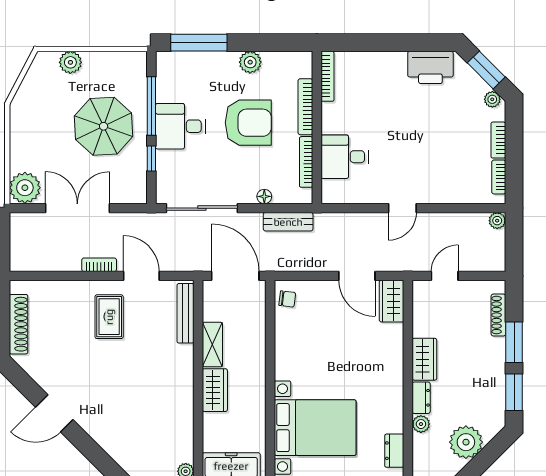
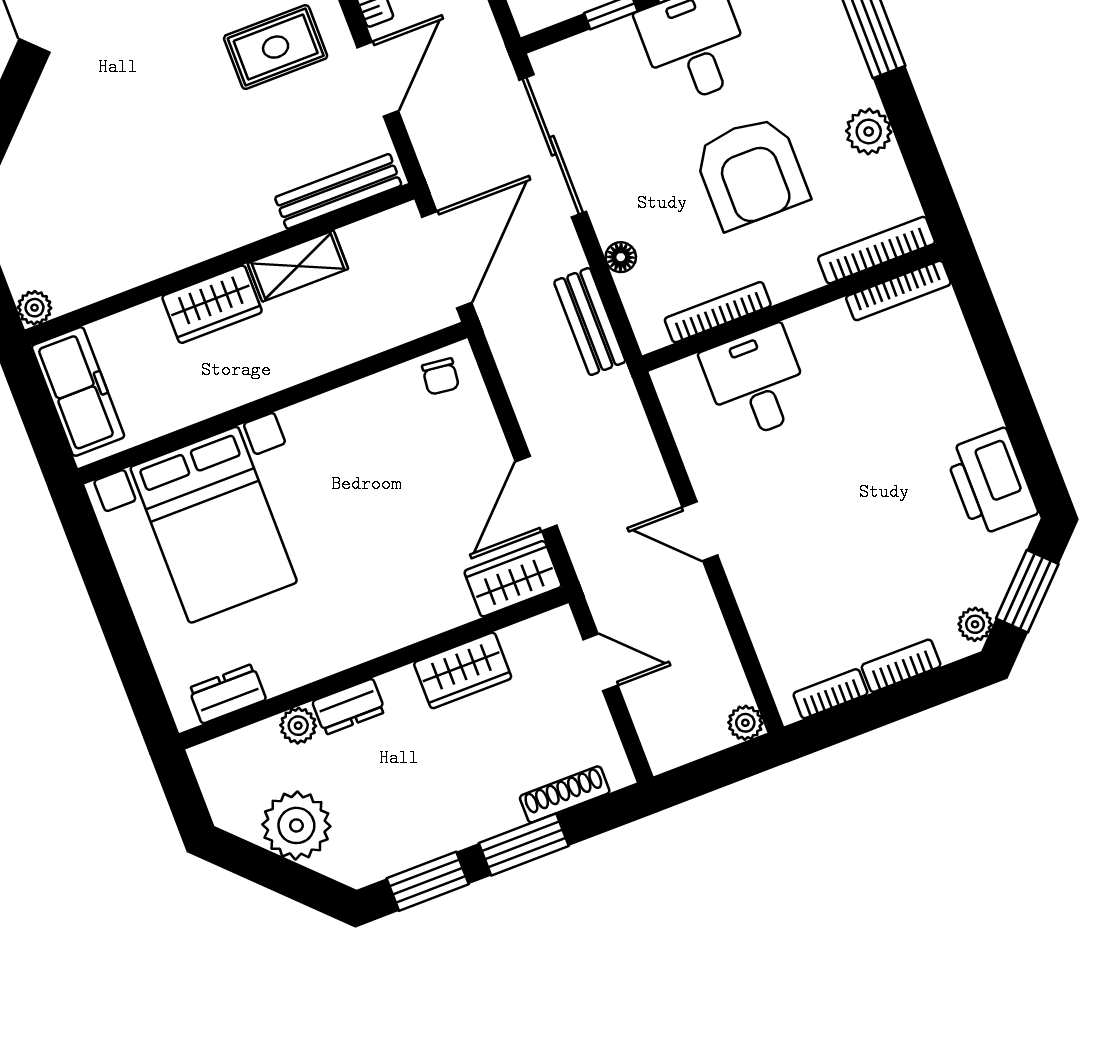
bookcase: (305, 107) -> (876, 250), moved
wardrobe: (424, 359) -> (463, 670), moved

